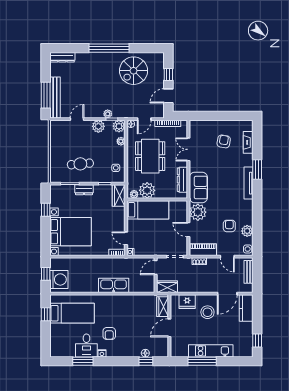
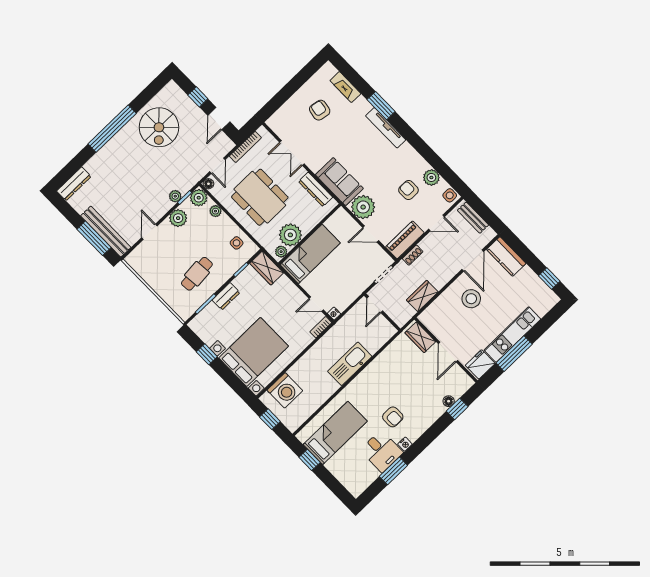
washing machine: (59, 279) -> (285, 390), moved, turned 90
wardrobe: (167, 287) -> (422, 296), moved
fridge: (187, 302) -> (480, 364), moved, turned 180

